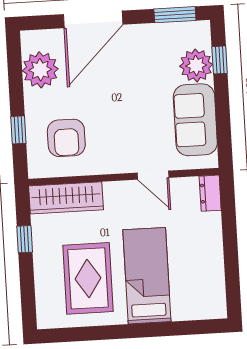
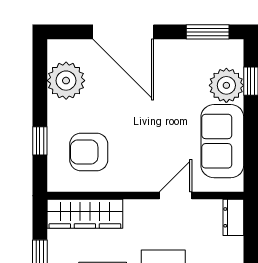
door: (93, 19) -> (123, 32), hinge flipped
armchair: (66, 138) -> (89, 152), turned 90
door: (153, 175) -> (176, 196), swing flipped

